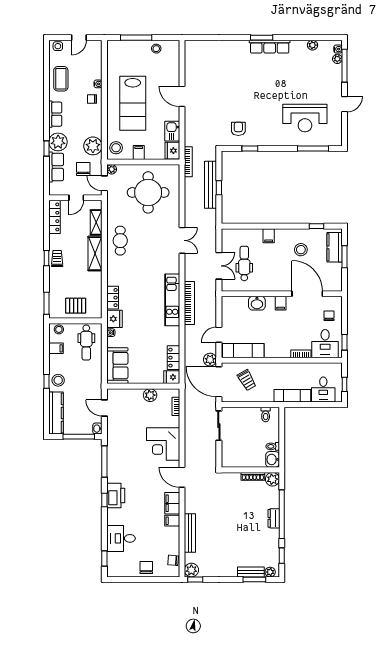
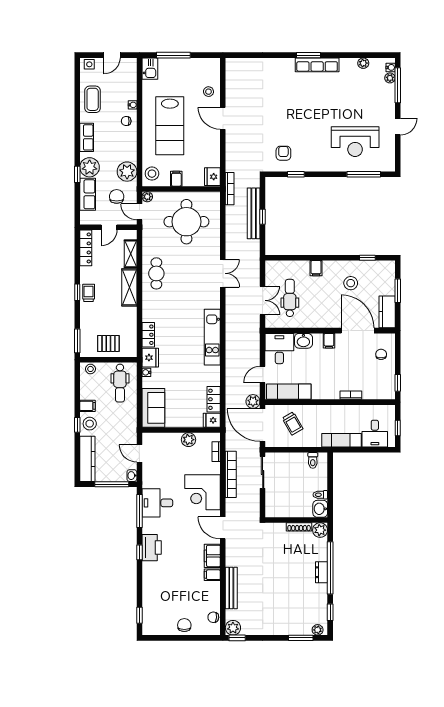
stool: (156, 49) -> (208, 92), moved
kitchen sink: (172, 131) -> (150, 69), moved, turned 180
kitchen counter: (335, 247) -> (387, 312), moved
bookcase: (189, 303) -> (231, 474), moved
desk: (325, 344) -> (279, 349), moved, turned 180
filing cabinet: (56, 348) -> (87, 406), moved
desk: (121, 538) -> (157, 503), moved
bench: (251, 572) -> (297, 630), removed

